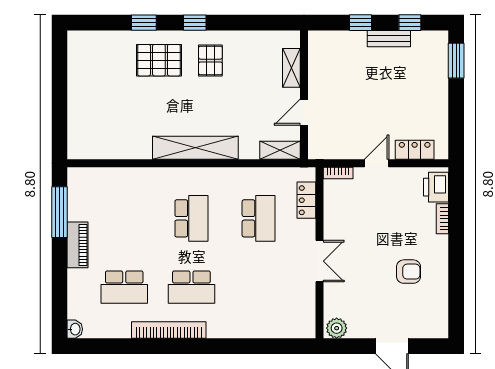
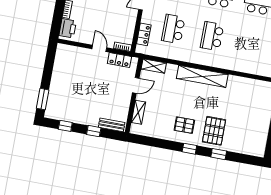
bench: (389, 39) -> (112, 125), moved
pallet: (159, 60) -> (214, 131), turned 90
pallet: (210, 61) -> (184, 125), turned 90
locker: (415, 150) -> (119, 60), moved
door: (377, 163) -> (99, 48), swing flipped

